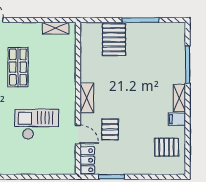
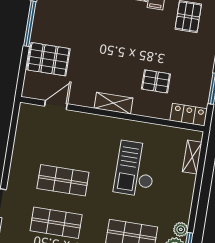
shelving: (56, 28) -> (192, 157), moved
door: (78, 134) -> (56, 105), moved

